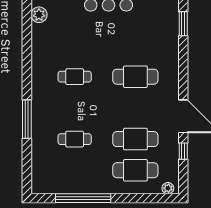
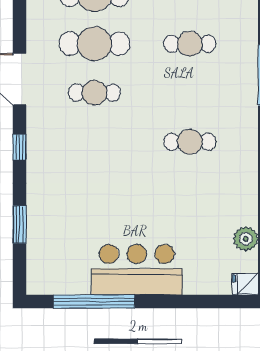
cafe table: (135, 77) -> (94, 93), moved, width x0.73, depth x0.74
window: (183, 151) -> (20, 147), moved

